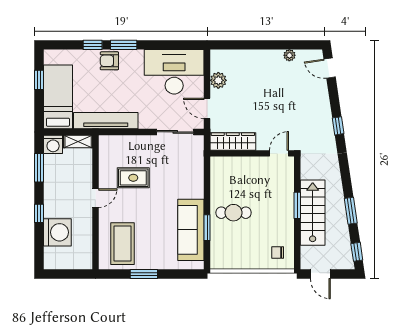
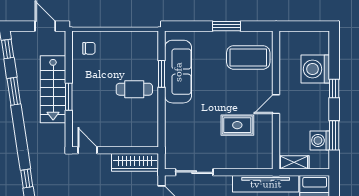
washing machine: (53, 144) -> (320, 140), moved, turned -90
door: (279, 153) -> (88, 150), swing flipped
coffee table: (123, 244) -> (248, 57), turned 90

